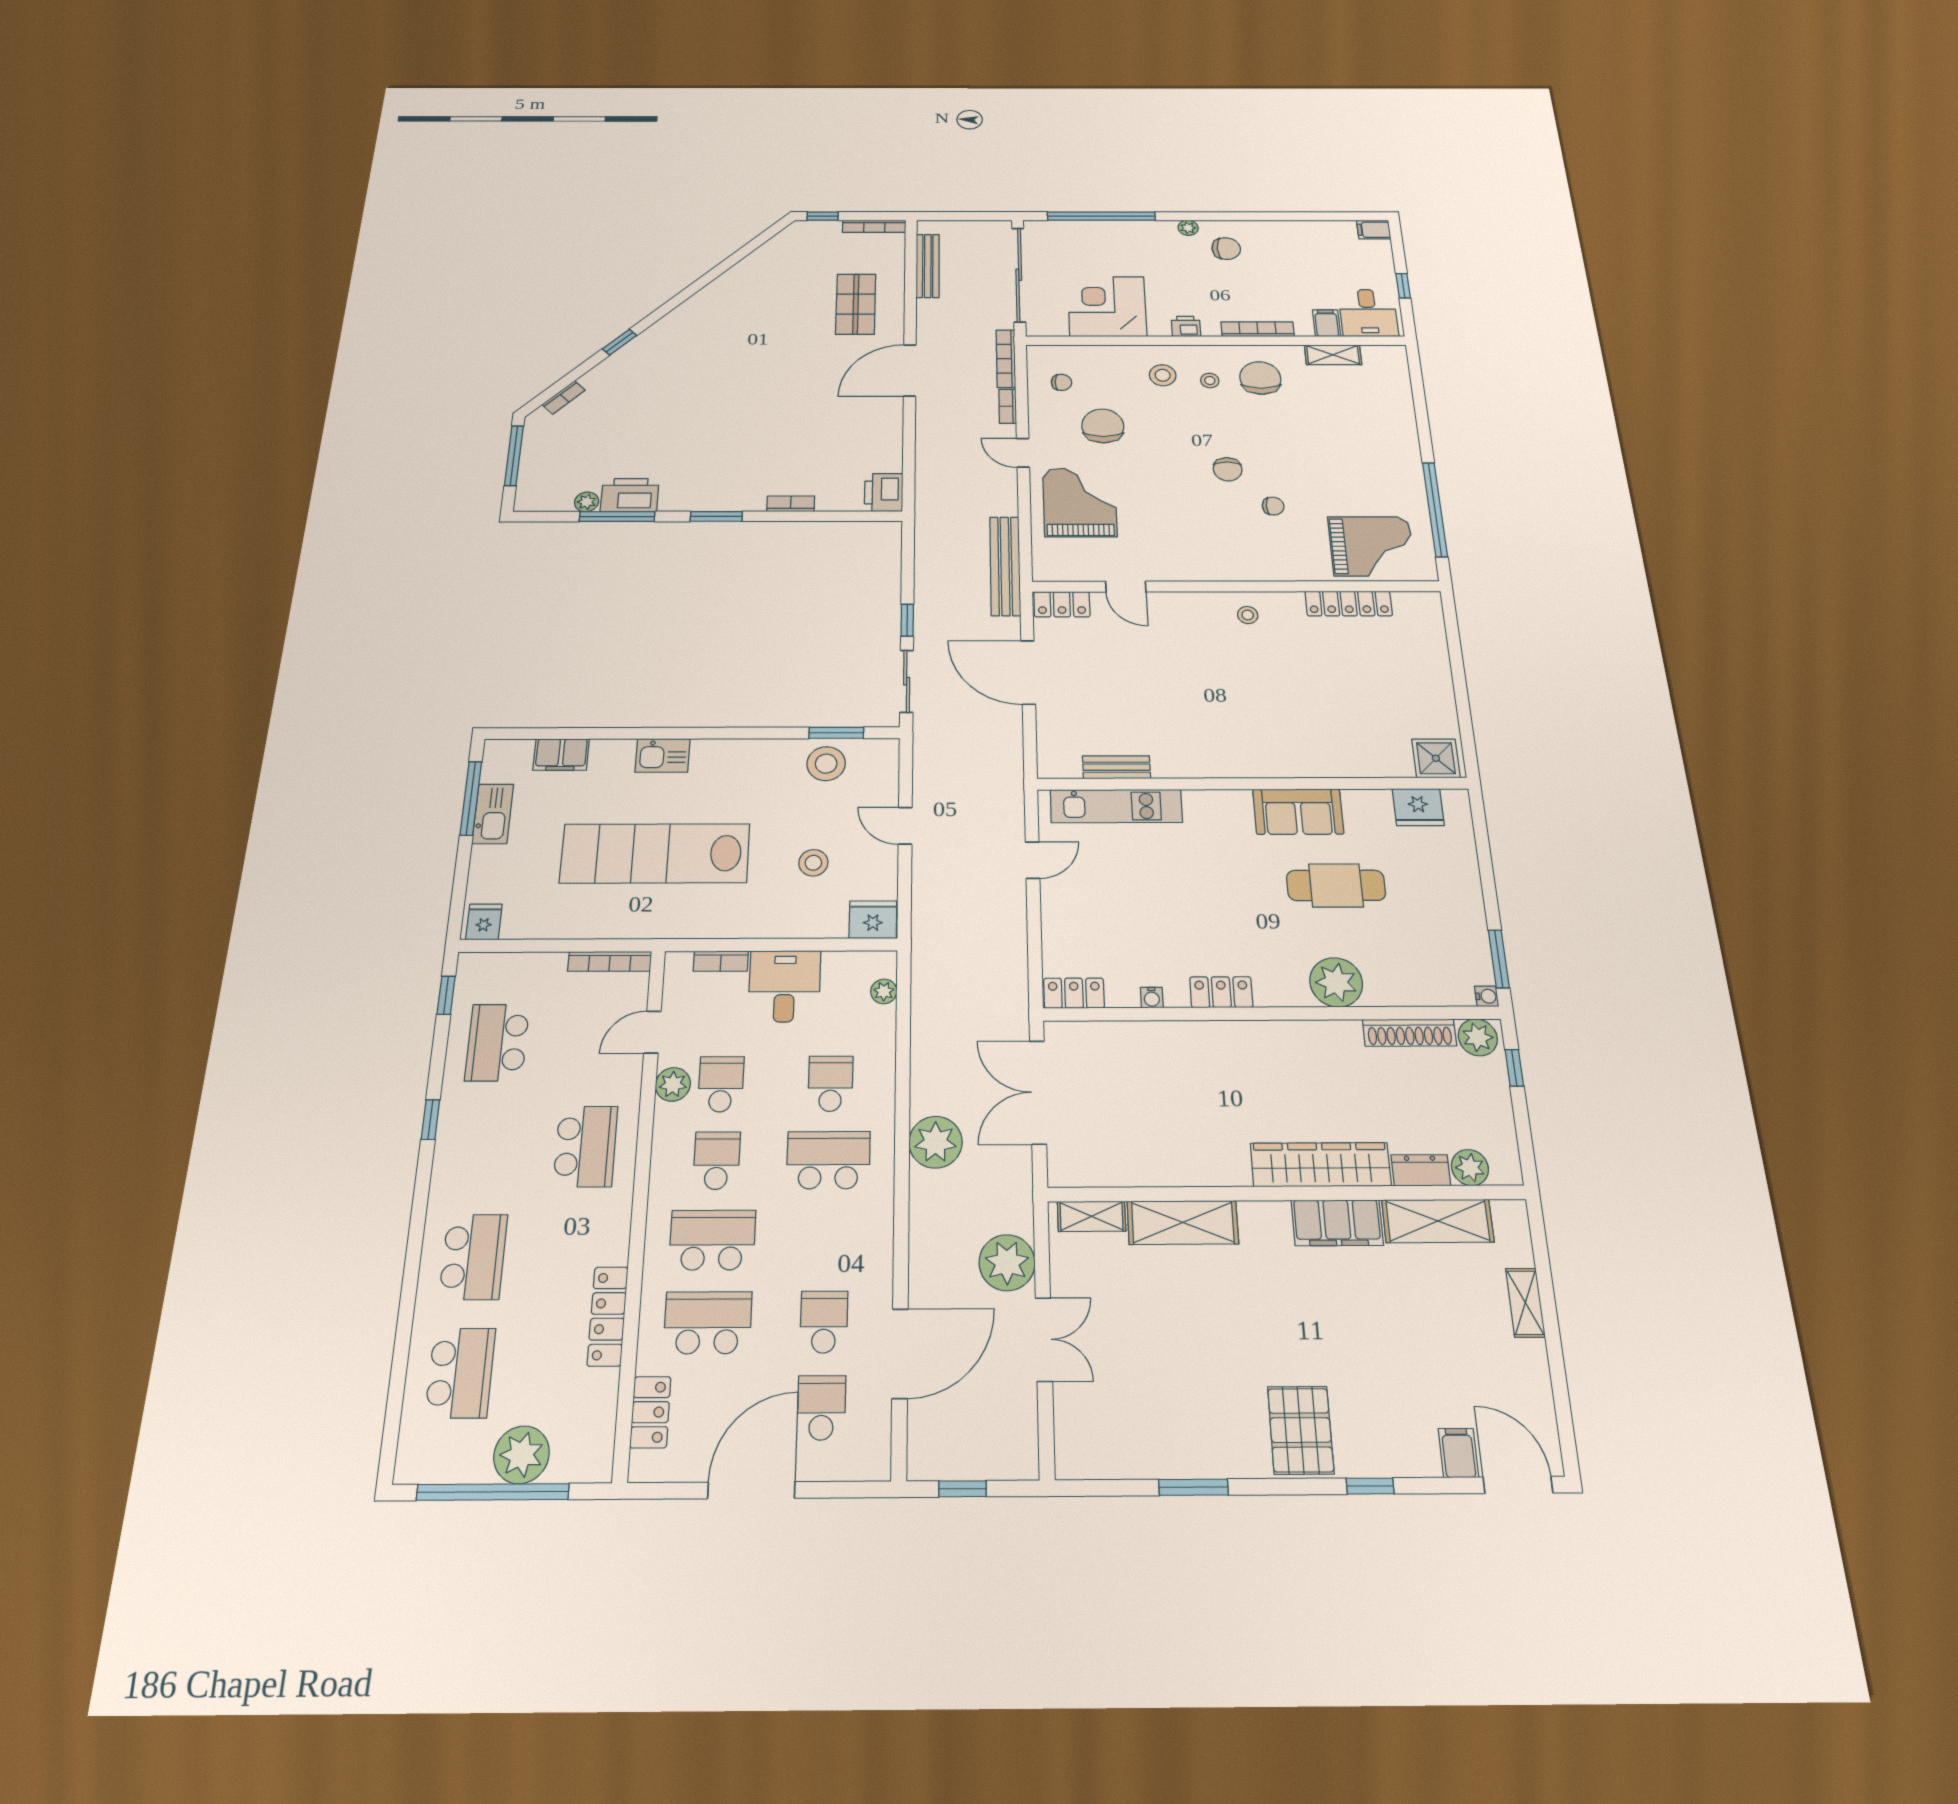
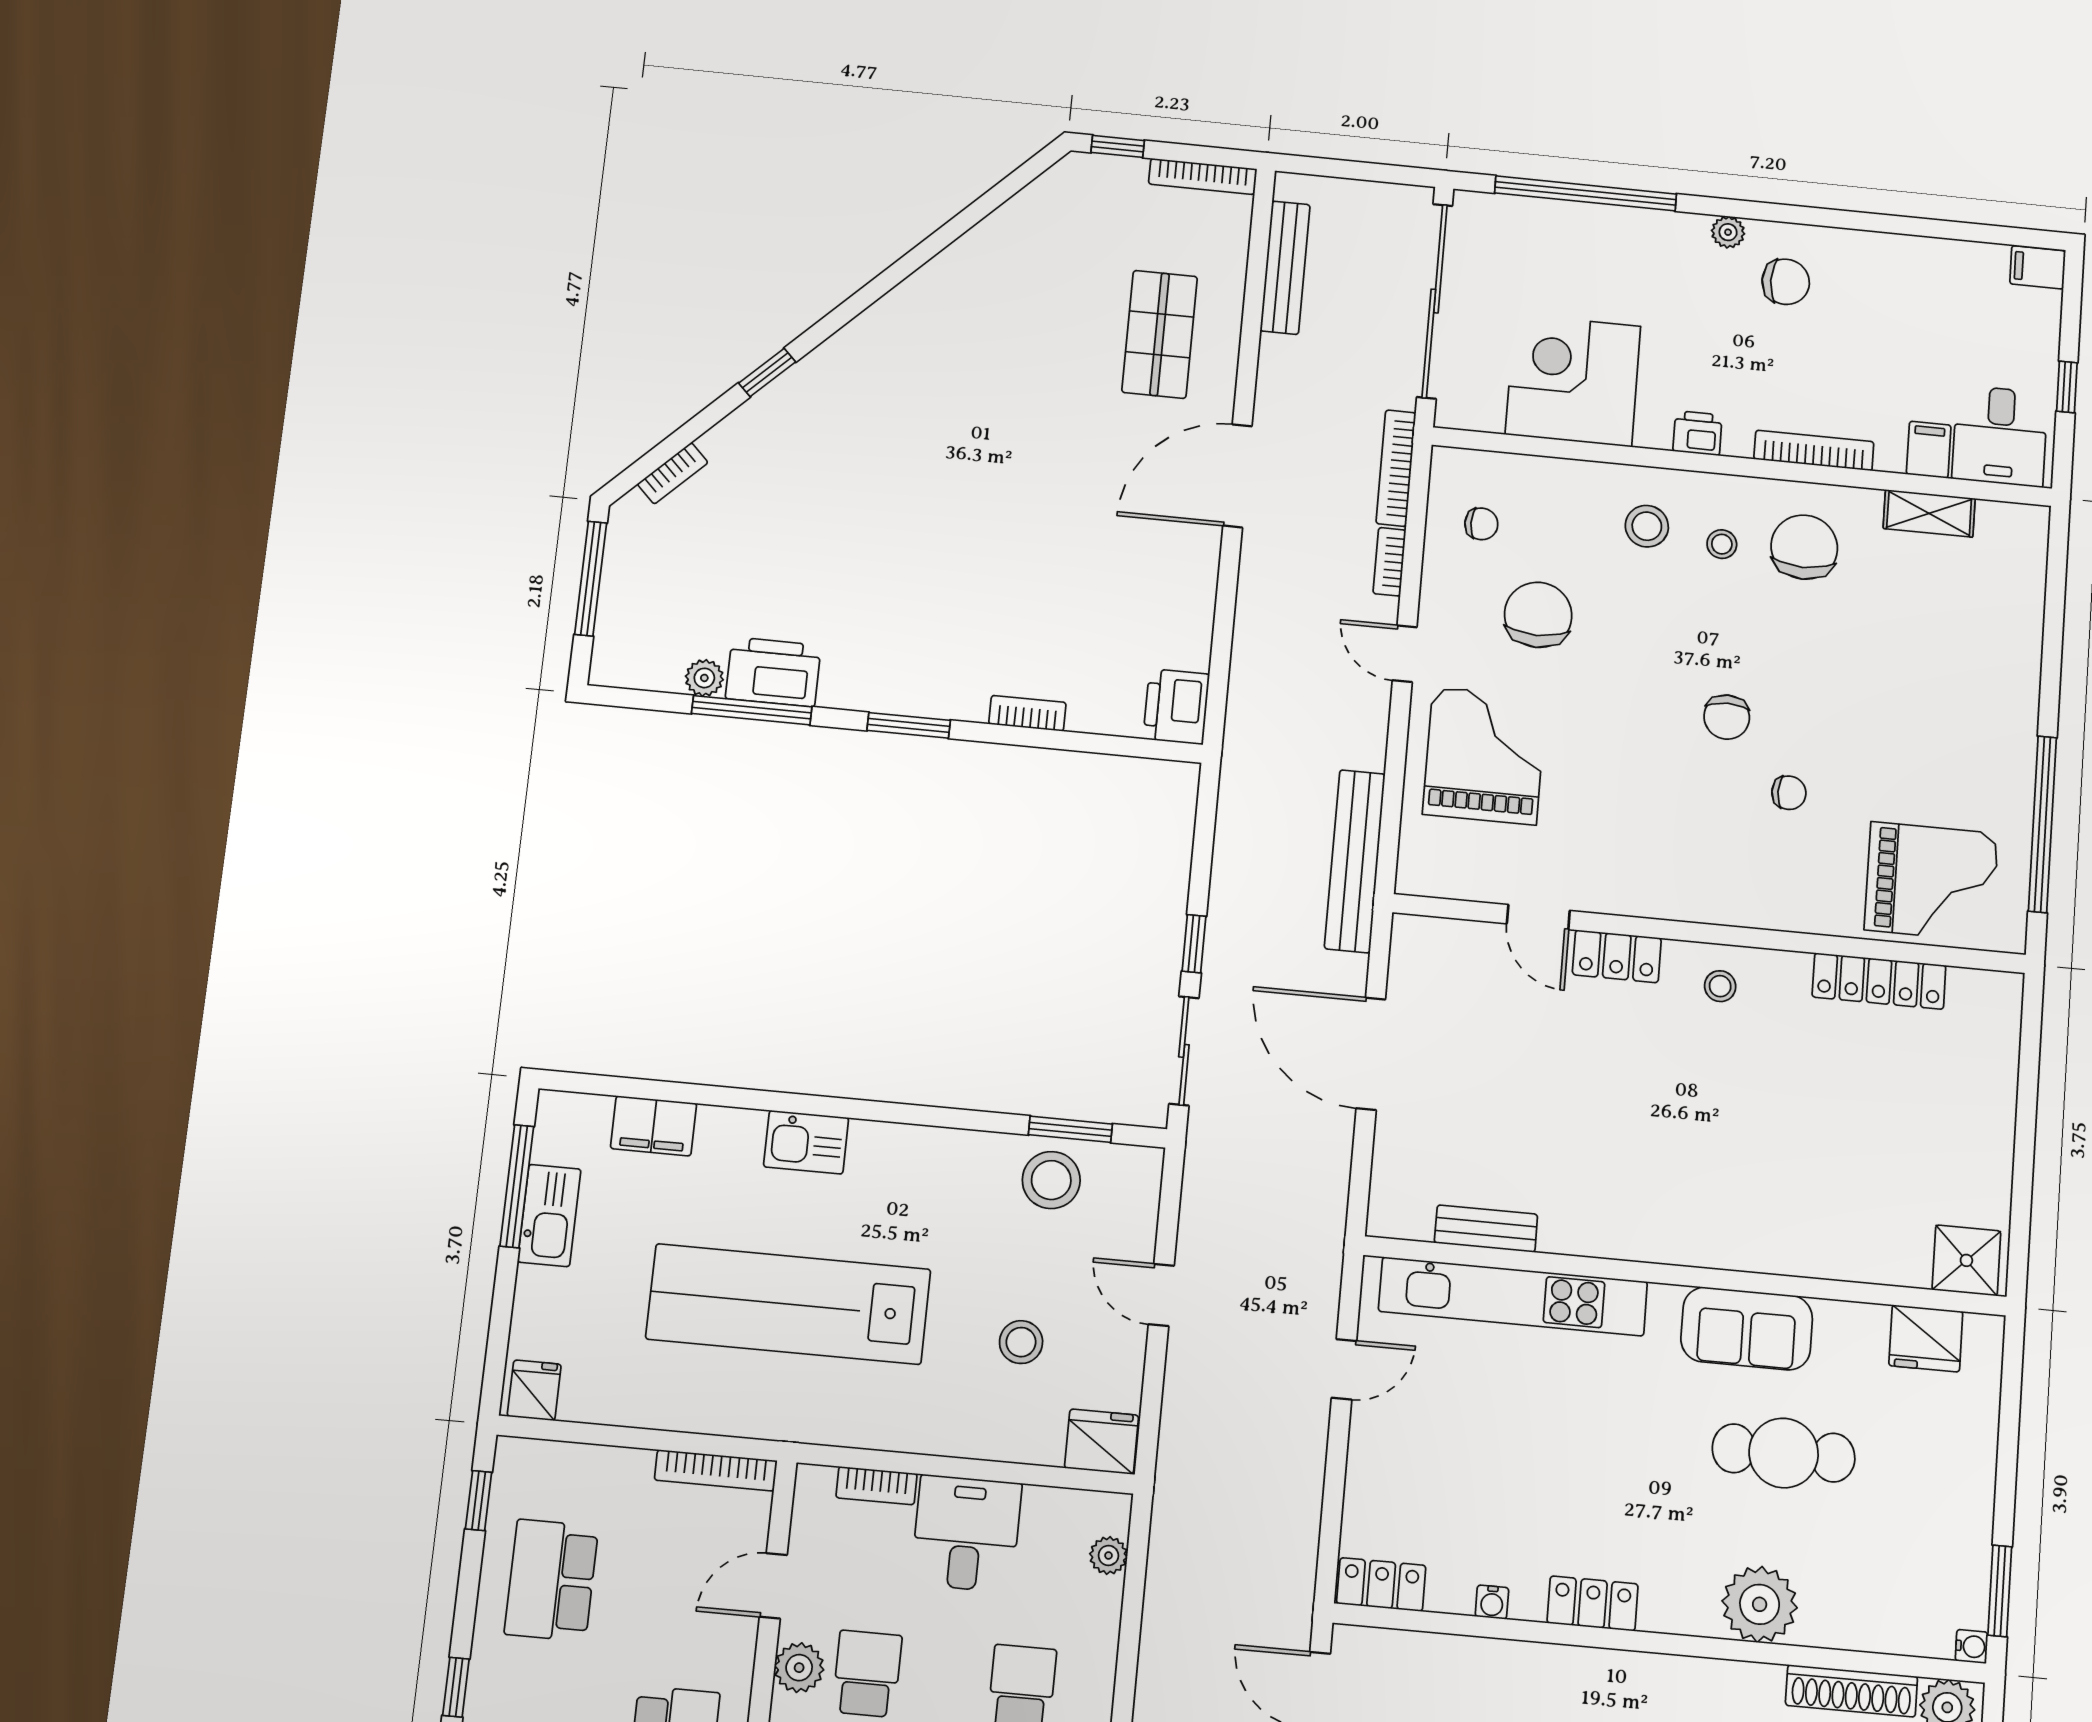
locker: (1062, 604) -> (1617, 956), moved
kitchen unit: (1116, 806) -> (1513, 1296), width x1.36

